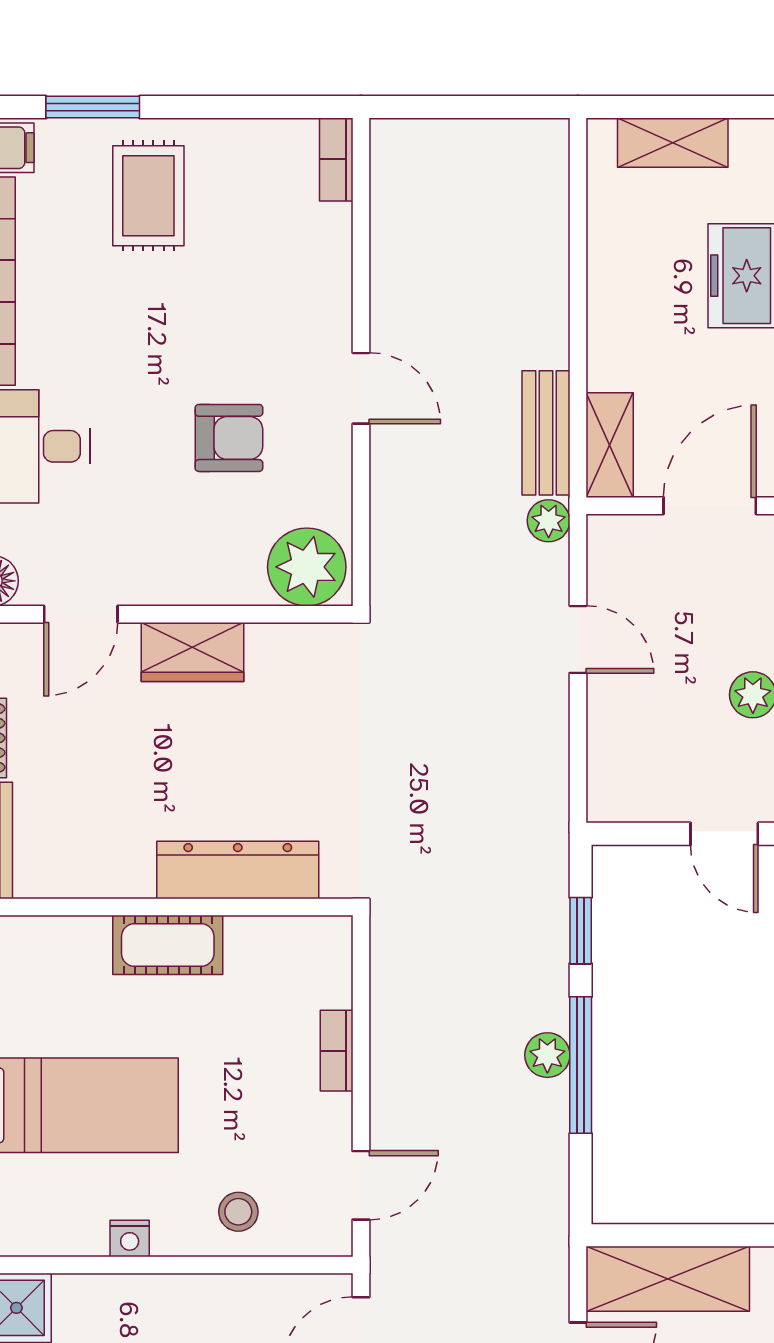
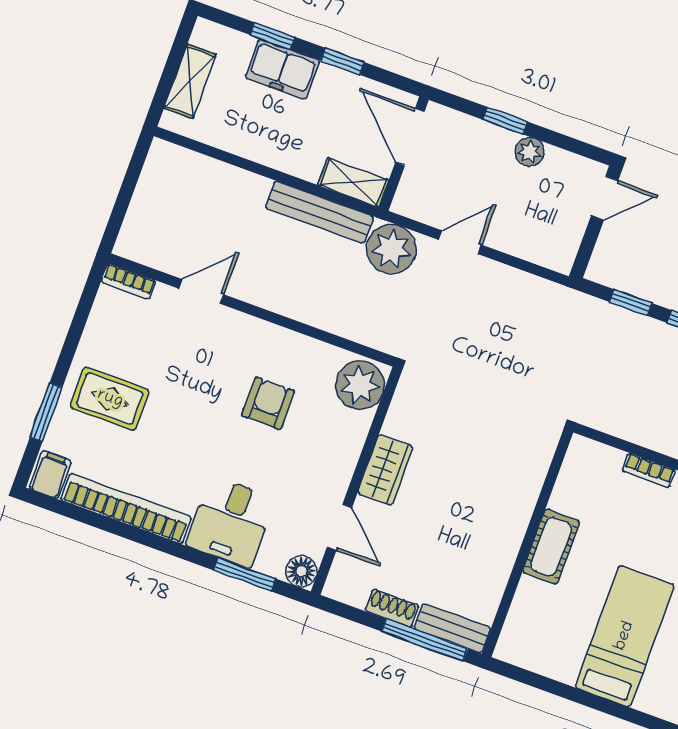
door: (361, 388) -> (201, 292), moved
bench: (546, 433) -> (319, 212), width x1.36
plant: (549, 521) -> (391, 249), width x1.88, depth x1.88
dresser: (238, 870) -> (522, 490), removed

